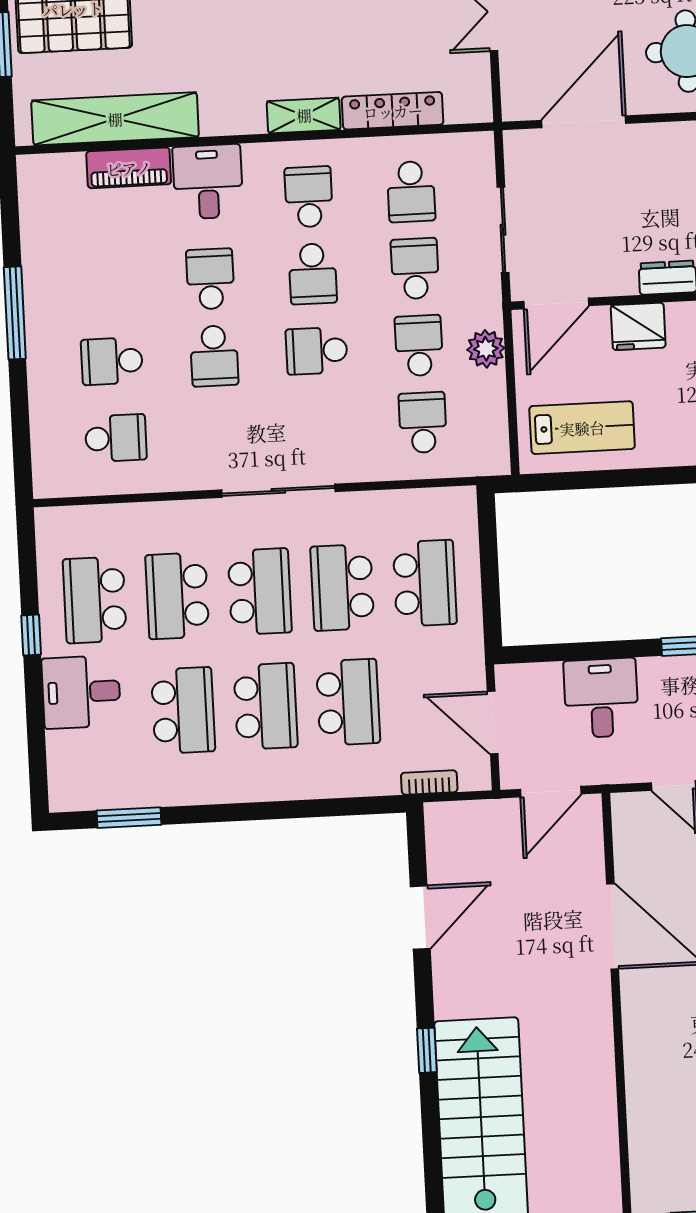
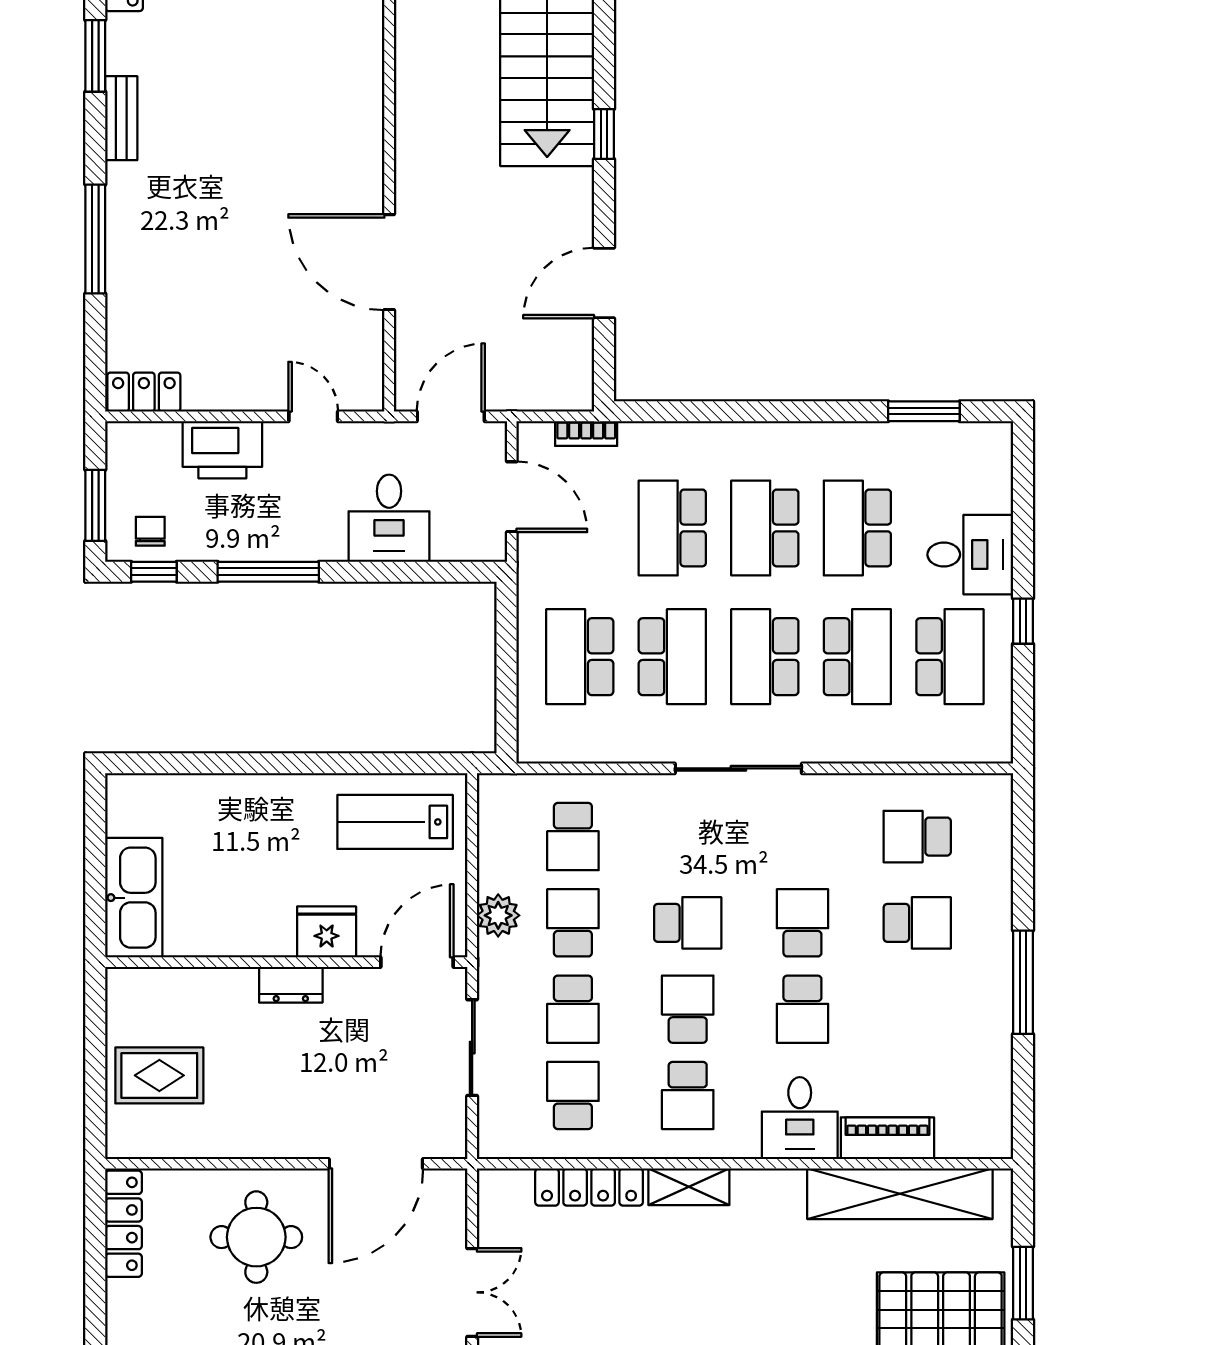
school desk: (419, 346) -> (573, 923), turned 180

